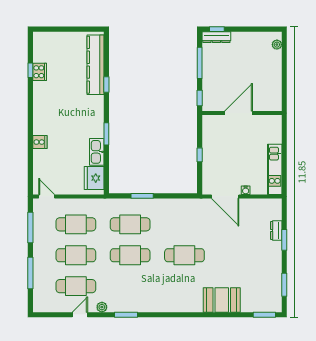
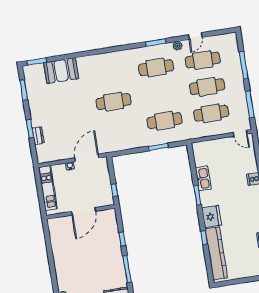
door: (238, 113) -> (84, 211), moved
wall: (242, 113) -> (81, 212), moved
fridge: (94, 178) -> (212, 217), moved
door: (225, 196) -> (87, 158), hinge flipped
cafe table: (130, 255) -> (156, 68), moved
booth: (222, 300) -> (61, 71), moved

